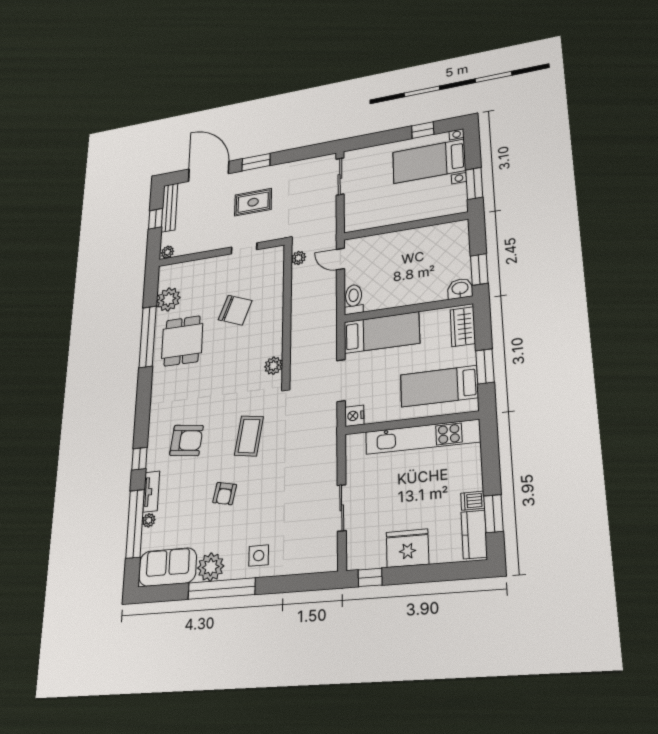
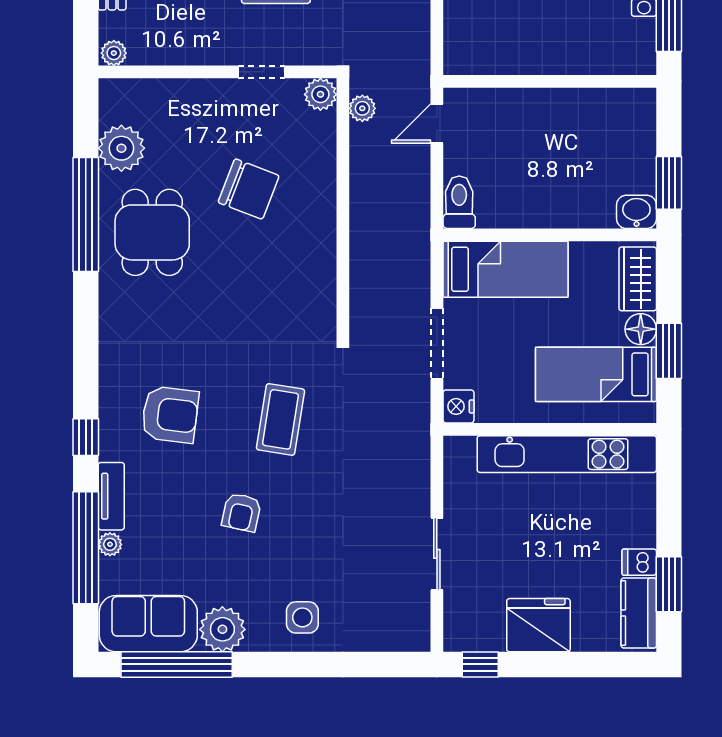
door: (340, 259) -> (437, 123), hinge flipped
floor lamp: (466, 356) -> (641, 329), added
plant: (273, 366) -> (320, 94), moved
window: (222, 589) -> (177, 664), moved

